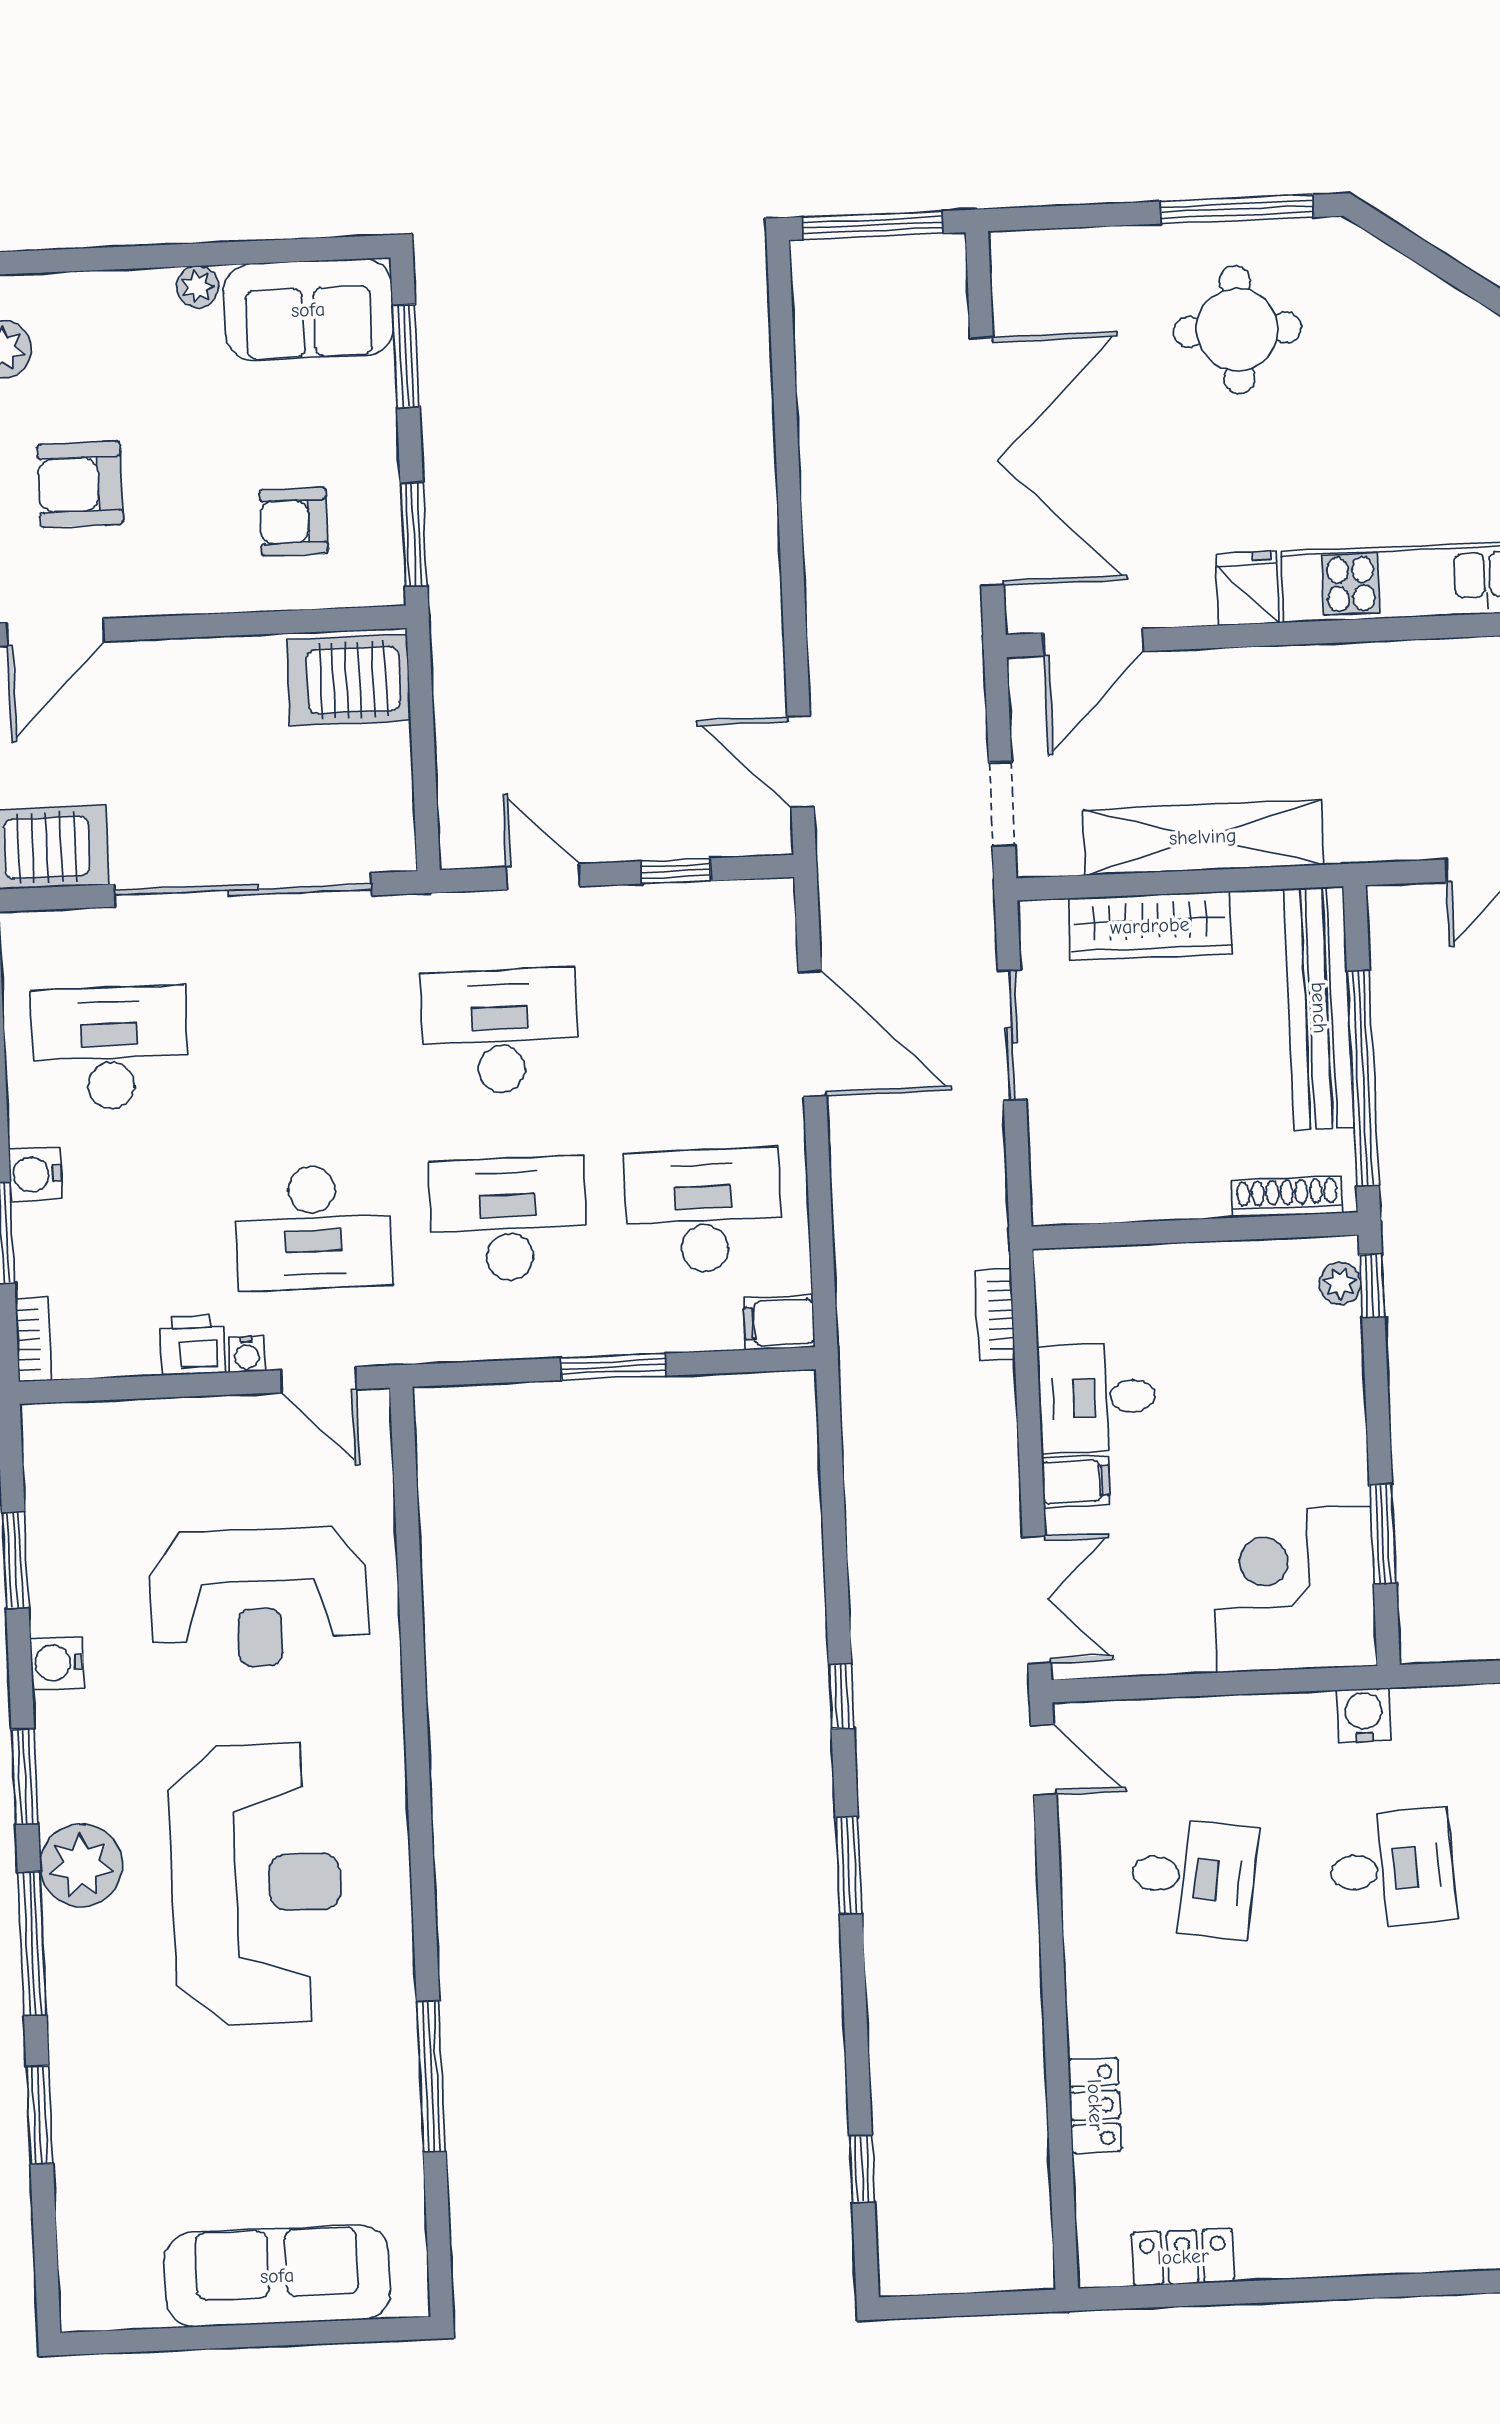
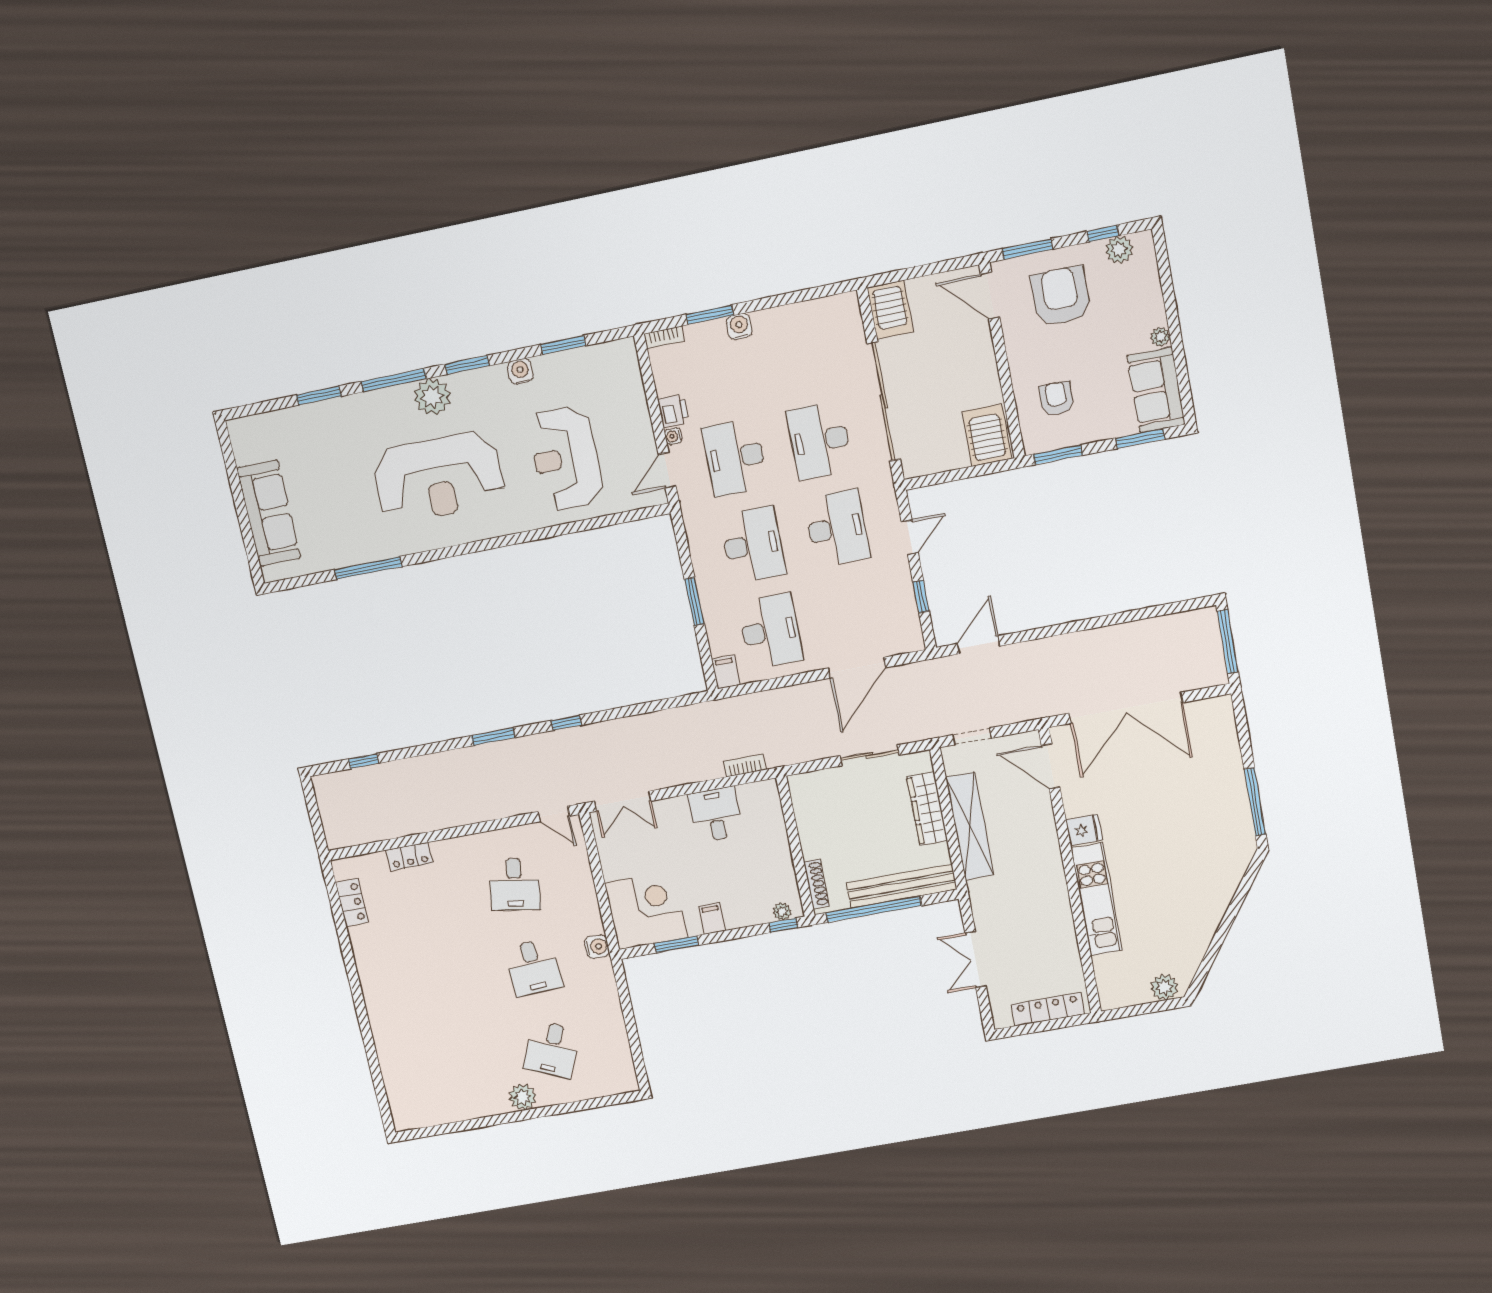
round table: (1237, 329) -> (1200, 810), removed
armchair: (80, 484) -> (1061, 296), width x1.36, depth x1.36
desk: (110, 1048) -> (820, 441), moved, turned 180
filing cabinet: (1076, 1482) -> (712, 919), moved, turned 180
door: (1044, 1760) -> (554, 814), hinge flipped

